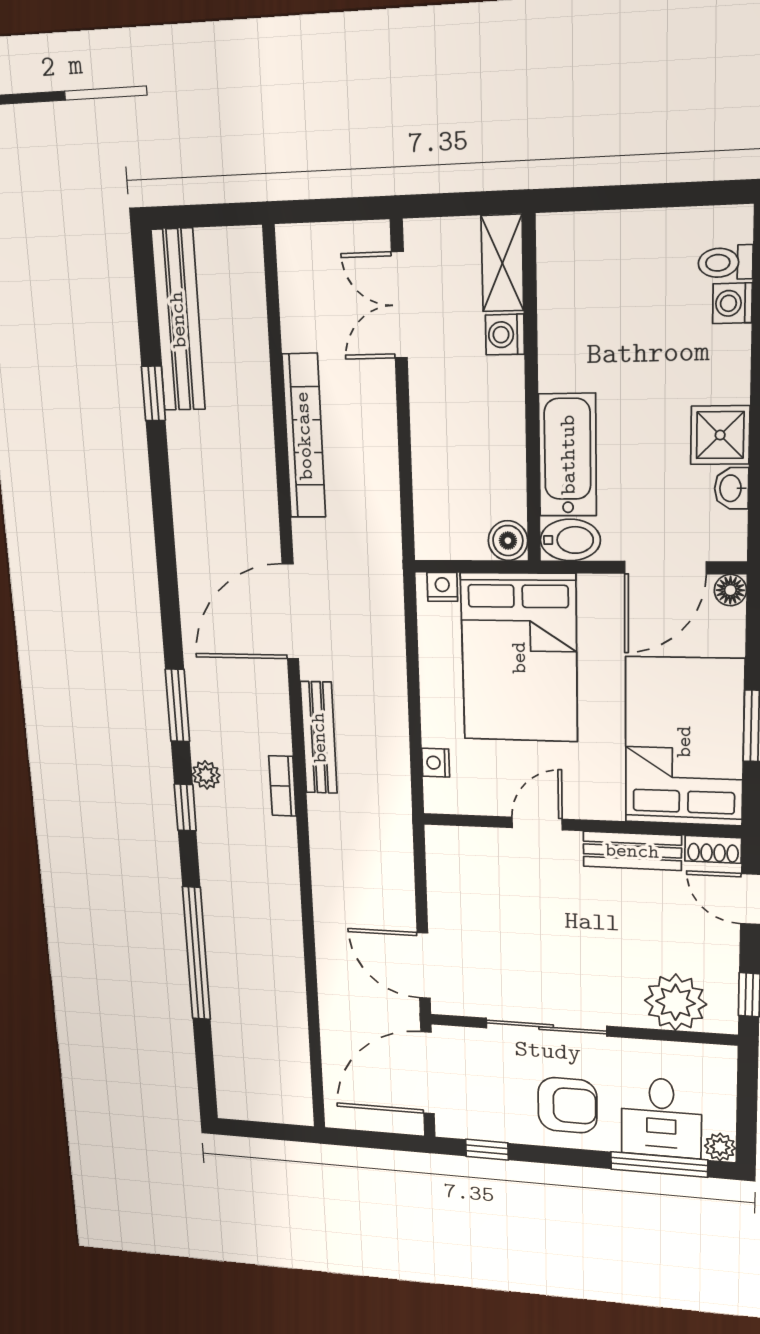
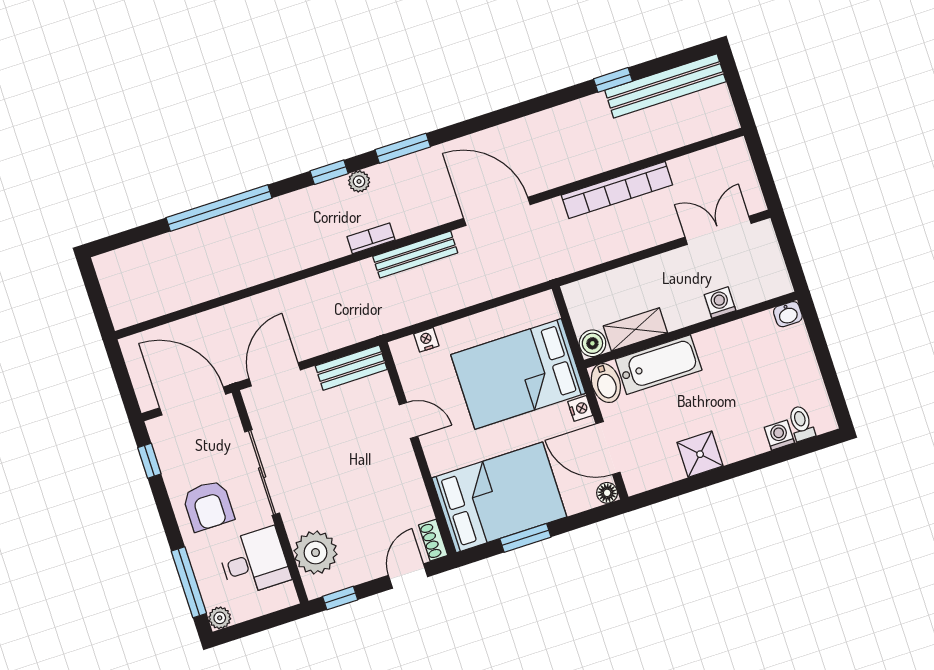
shelving: (502, 263) -> (635, 329), moved
washbasin: (731, 488) -> (788, 314), moved, turned 180
nightstand: (442, 587) -> (580, 408), moved
bench: (632, 851) -> (351, 368), moved, turned 90
desk: (661, 1118) -> (254, 562), moved, turned 180

